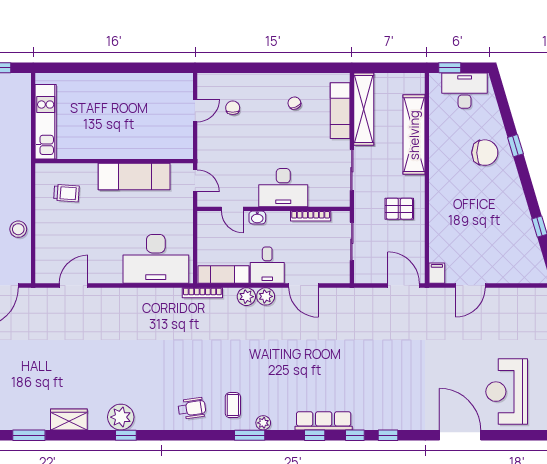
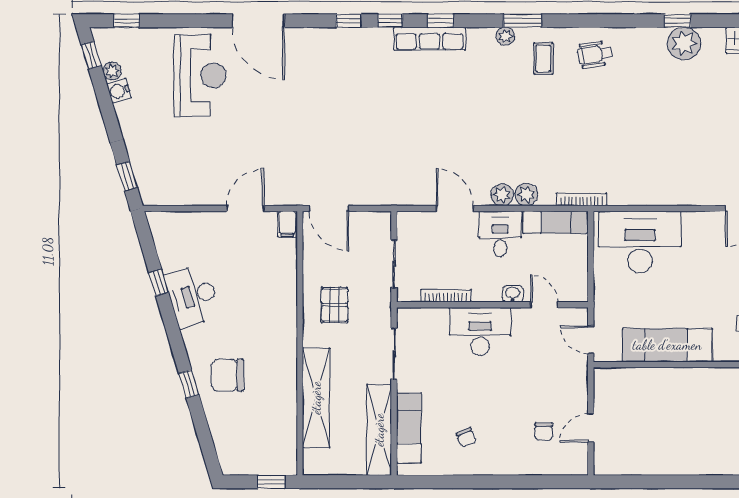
desk: (465, 91) -> (193, 296), moved, turned 73
pallet: (399, 209) -> (334, 305), turned 90

